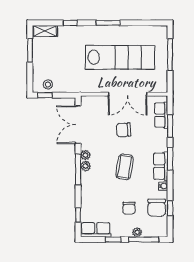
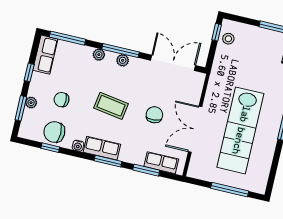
plant: (85, 155) -> (99, 55), moved
window: (78, 215) -> (67, 38), width x2.17
window: (144, 239) -> (21, 108), width x0.69

